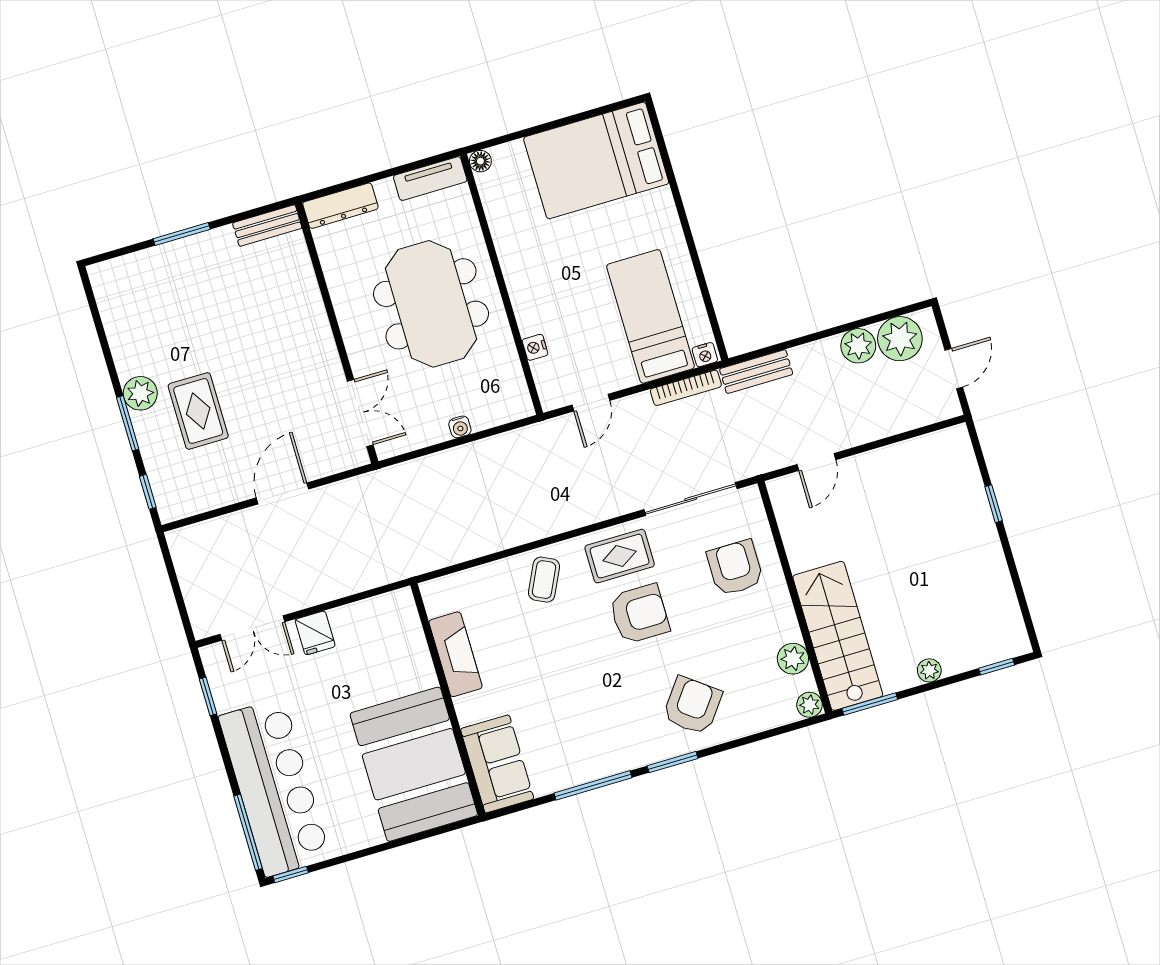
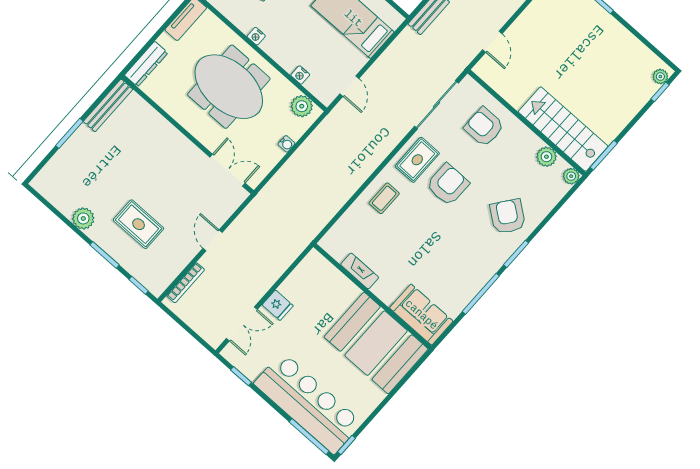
bench: (267, 226) -> (108, 105), width x1.36
nightstand: (705, 355) -> (256, 36), moved, turned 90
bookcase: (686, 388) -> (186, 283), moved
plant: (511, 390) -> (302, 106), added
plant: (140, 393) -> (83, 218), moved
door: (282, 493) -> (212, 240), width x0.73
coffee table: (544, 580) -> (384, 198), turned 64
fireplace: (455, 654) -> (360, 271), width x0.73, depth x0.76
plant: (929, 670) -> (660, 77), moved

